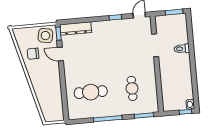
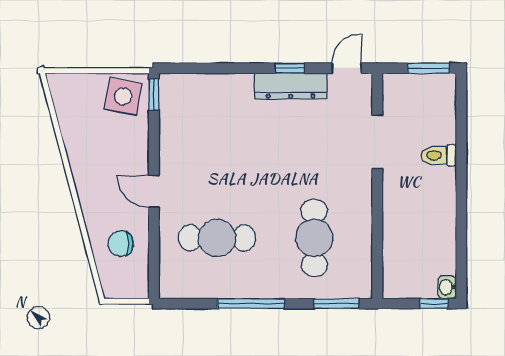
dresser: (76, 28) -> (291, 86), moved
chair: (33, 54) -> (121, 244), moved
door: (60, 54) -> (154, 191), moved
cafe table: (132, 88) -> (314, 238), width x1.37, depth x1.35

